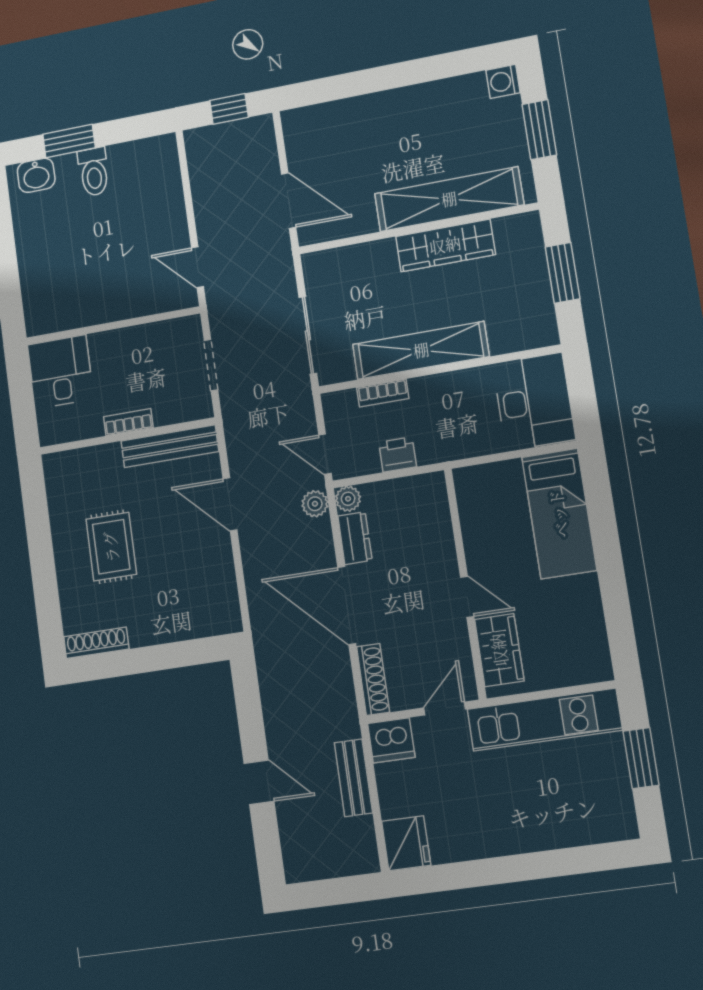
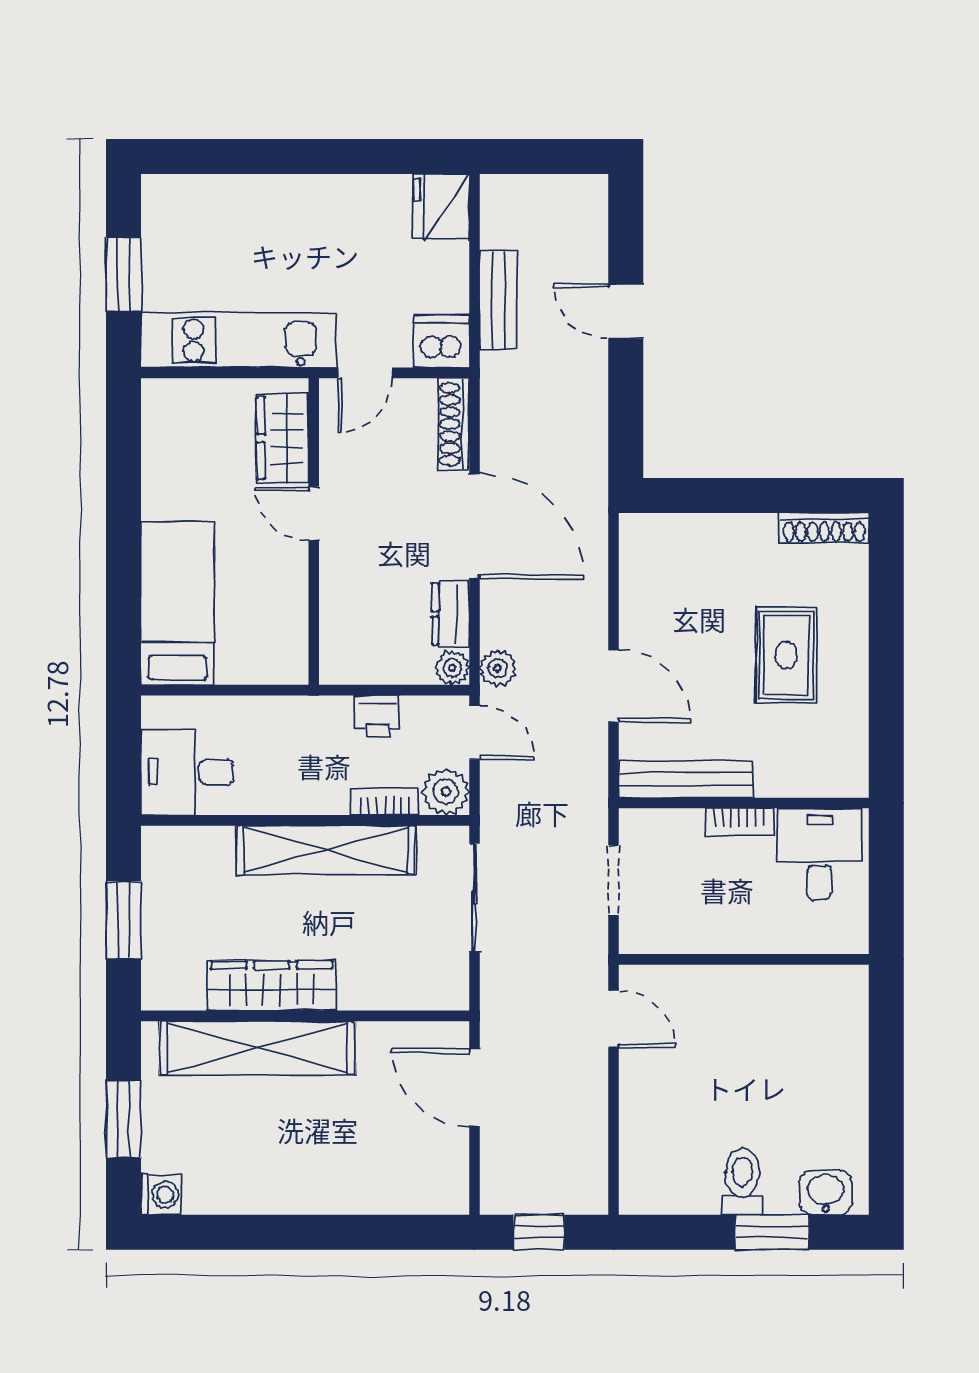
desk: (61, 372) -> (819, 854), moved, turned 180
desk: (534, 402) -> (187, 772), width x0.73
plant: (340, 408) -> (446, 792), added

